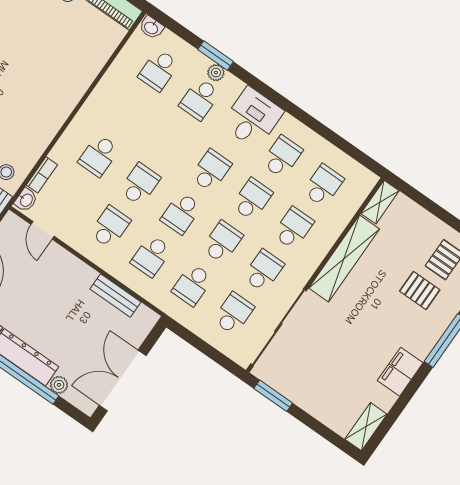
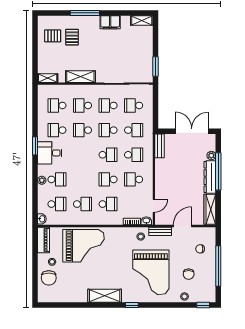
window: (216, 56) -> (35, 146), moved
grand piano: (58, 66) -> (84, 246), added
school desk: (211, 170) -> (82, 204), moved, turned 180
shelving: (344, 259) -> (80, 77), width x0.68
bench: (115, 295) -> (160, 146), moved
double door: (123, 381) -> (192, 131), swing flipped

